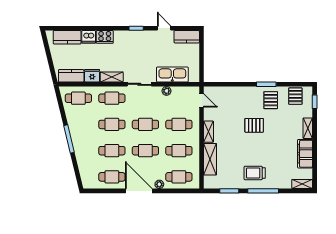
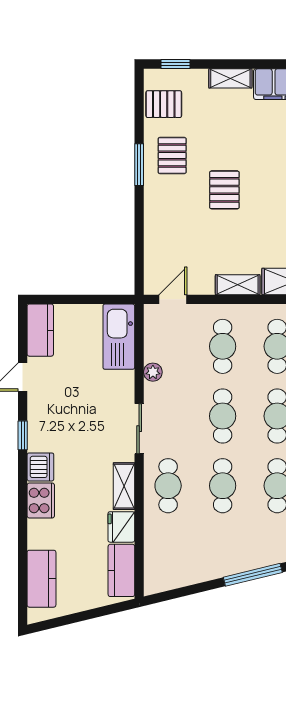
dishwasher: (89, 37) -> (40, 467), moved
kitchen sink: (172, 74) -> (119, 337), moved
cafe table: (78, 98) -> (168, 555), removed
pallet: (271, 100) -> (172, 156), turned 90

